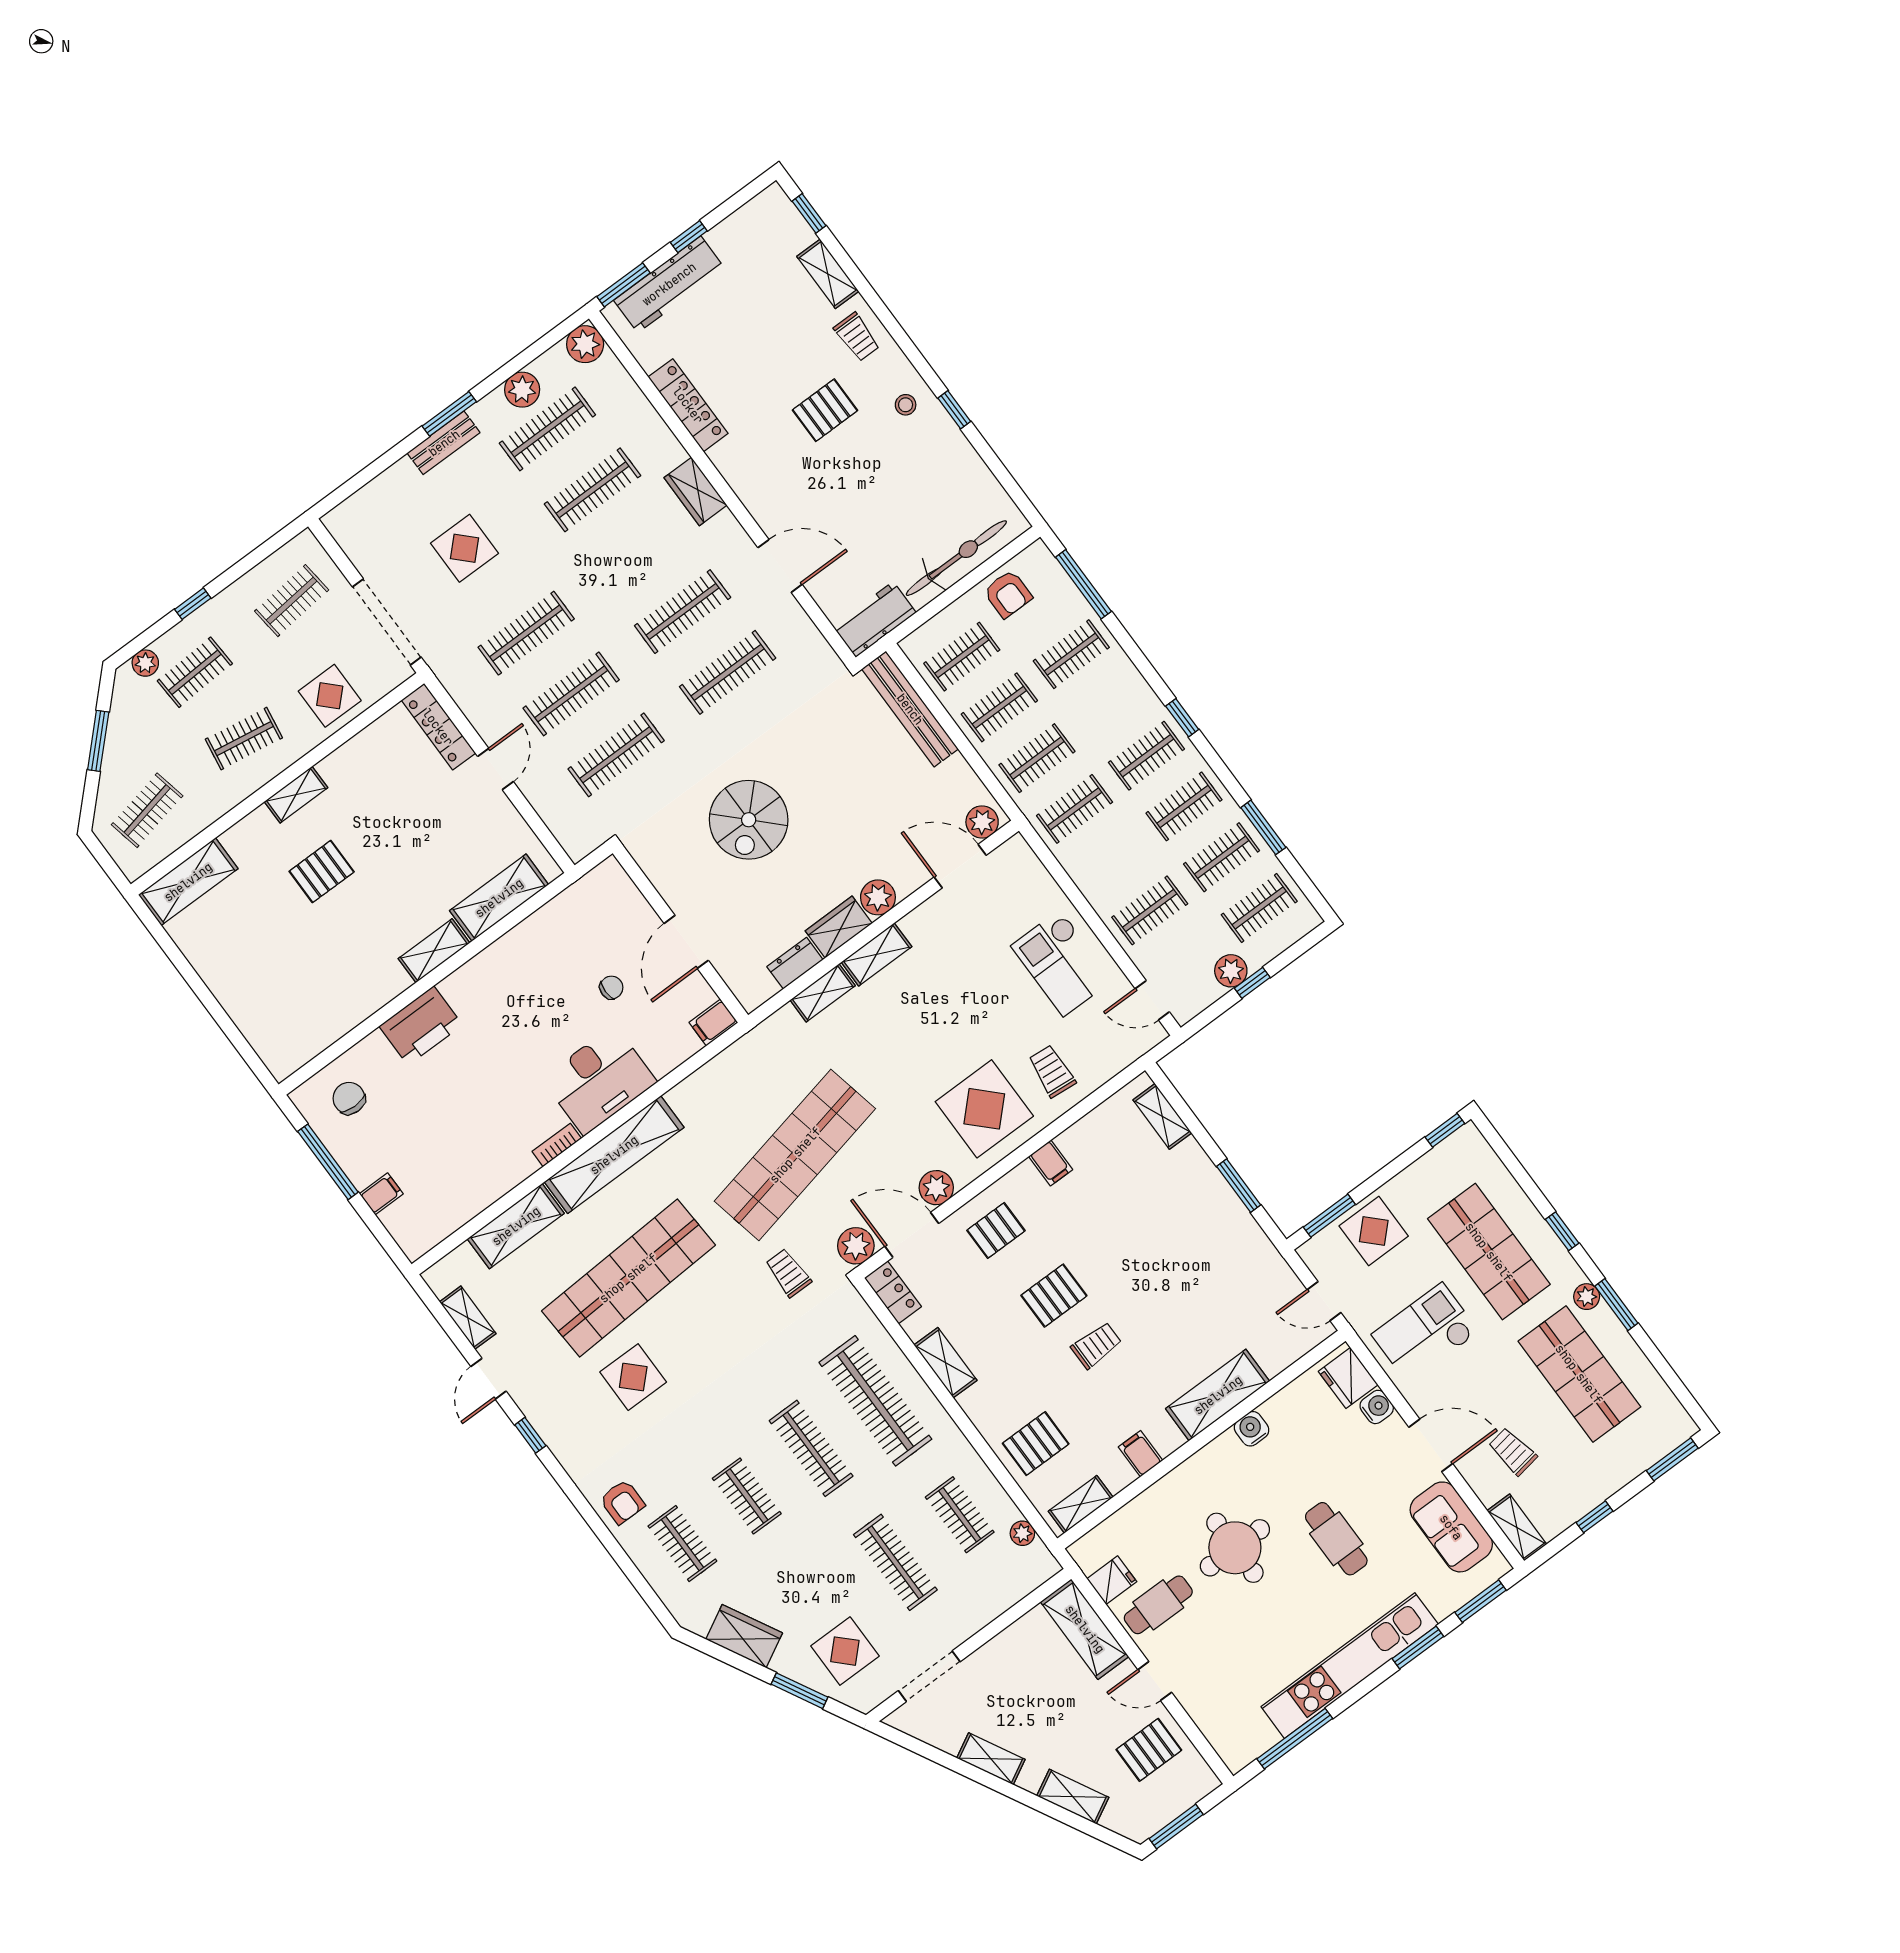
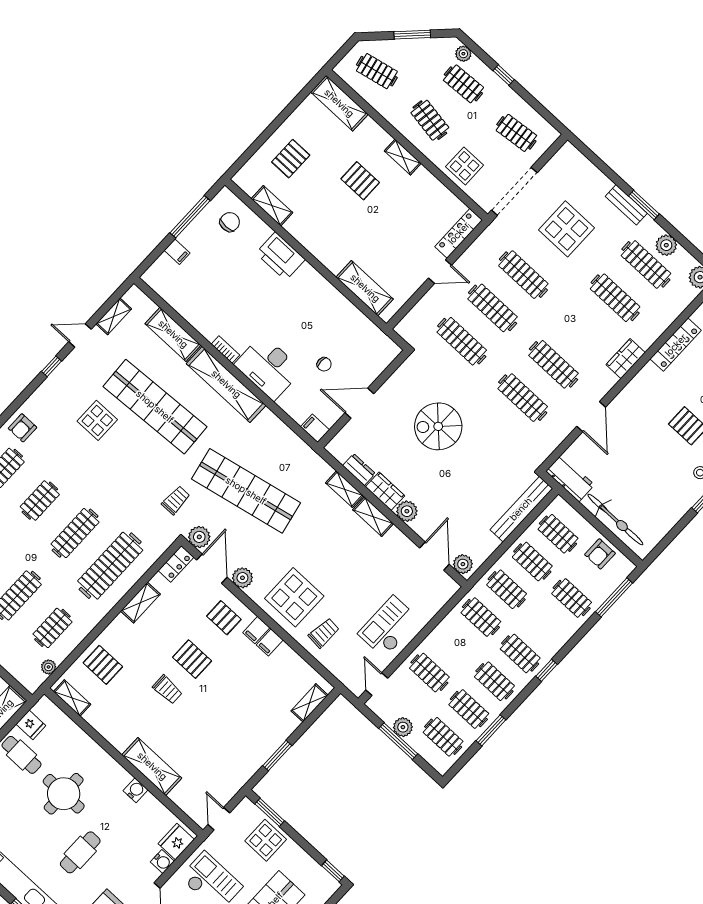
display table: (465, 548) -> (566, 229), width x1.36, depth x1.36
shelving: (434, 951) -> (272, 206), moved
pallet: (264, 979) -> (291, 159), added
window: (1252, 983) -> (398, 741), width x2.17
filing cabinet: (1140, 1454) -> (256, 630), moved, turned 180

